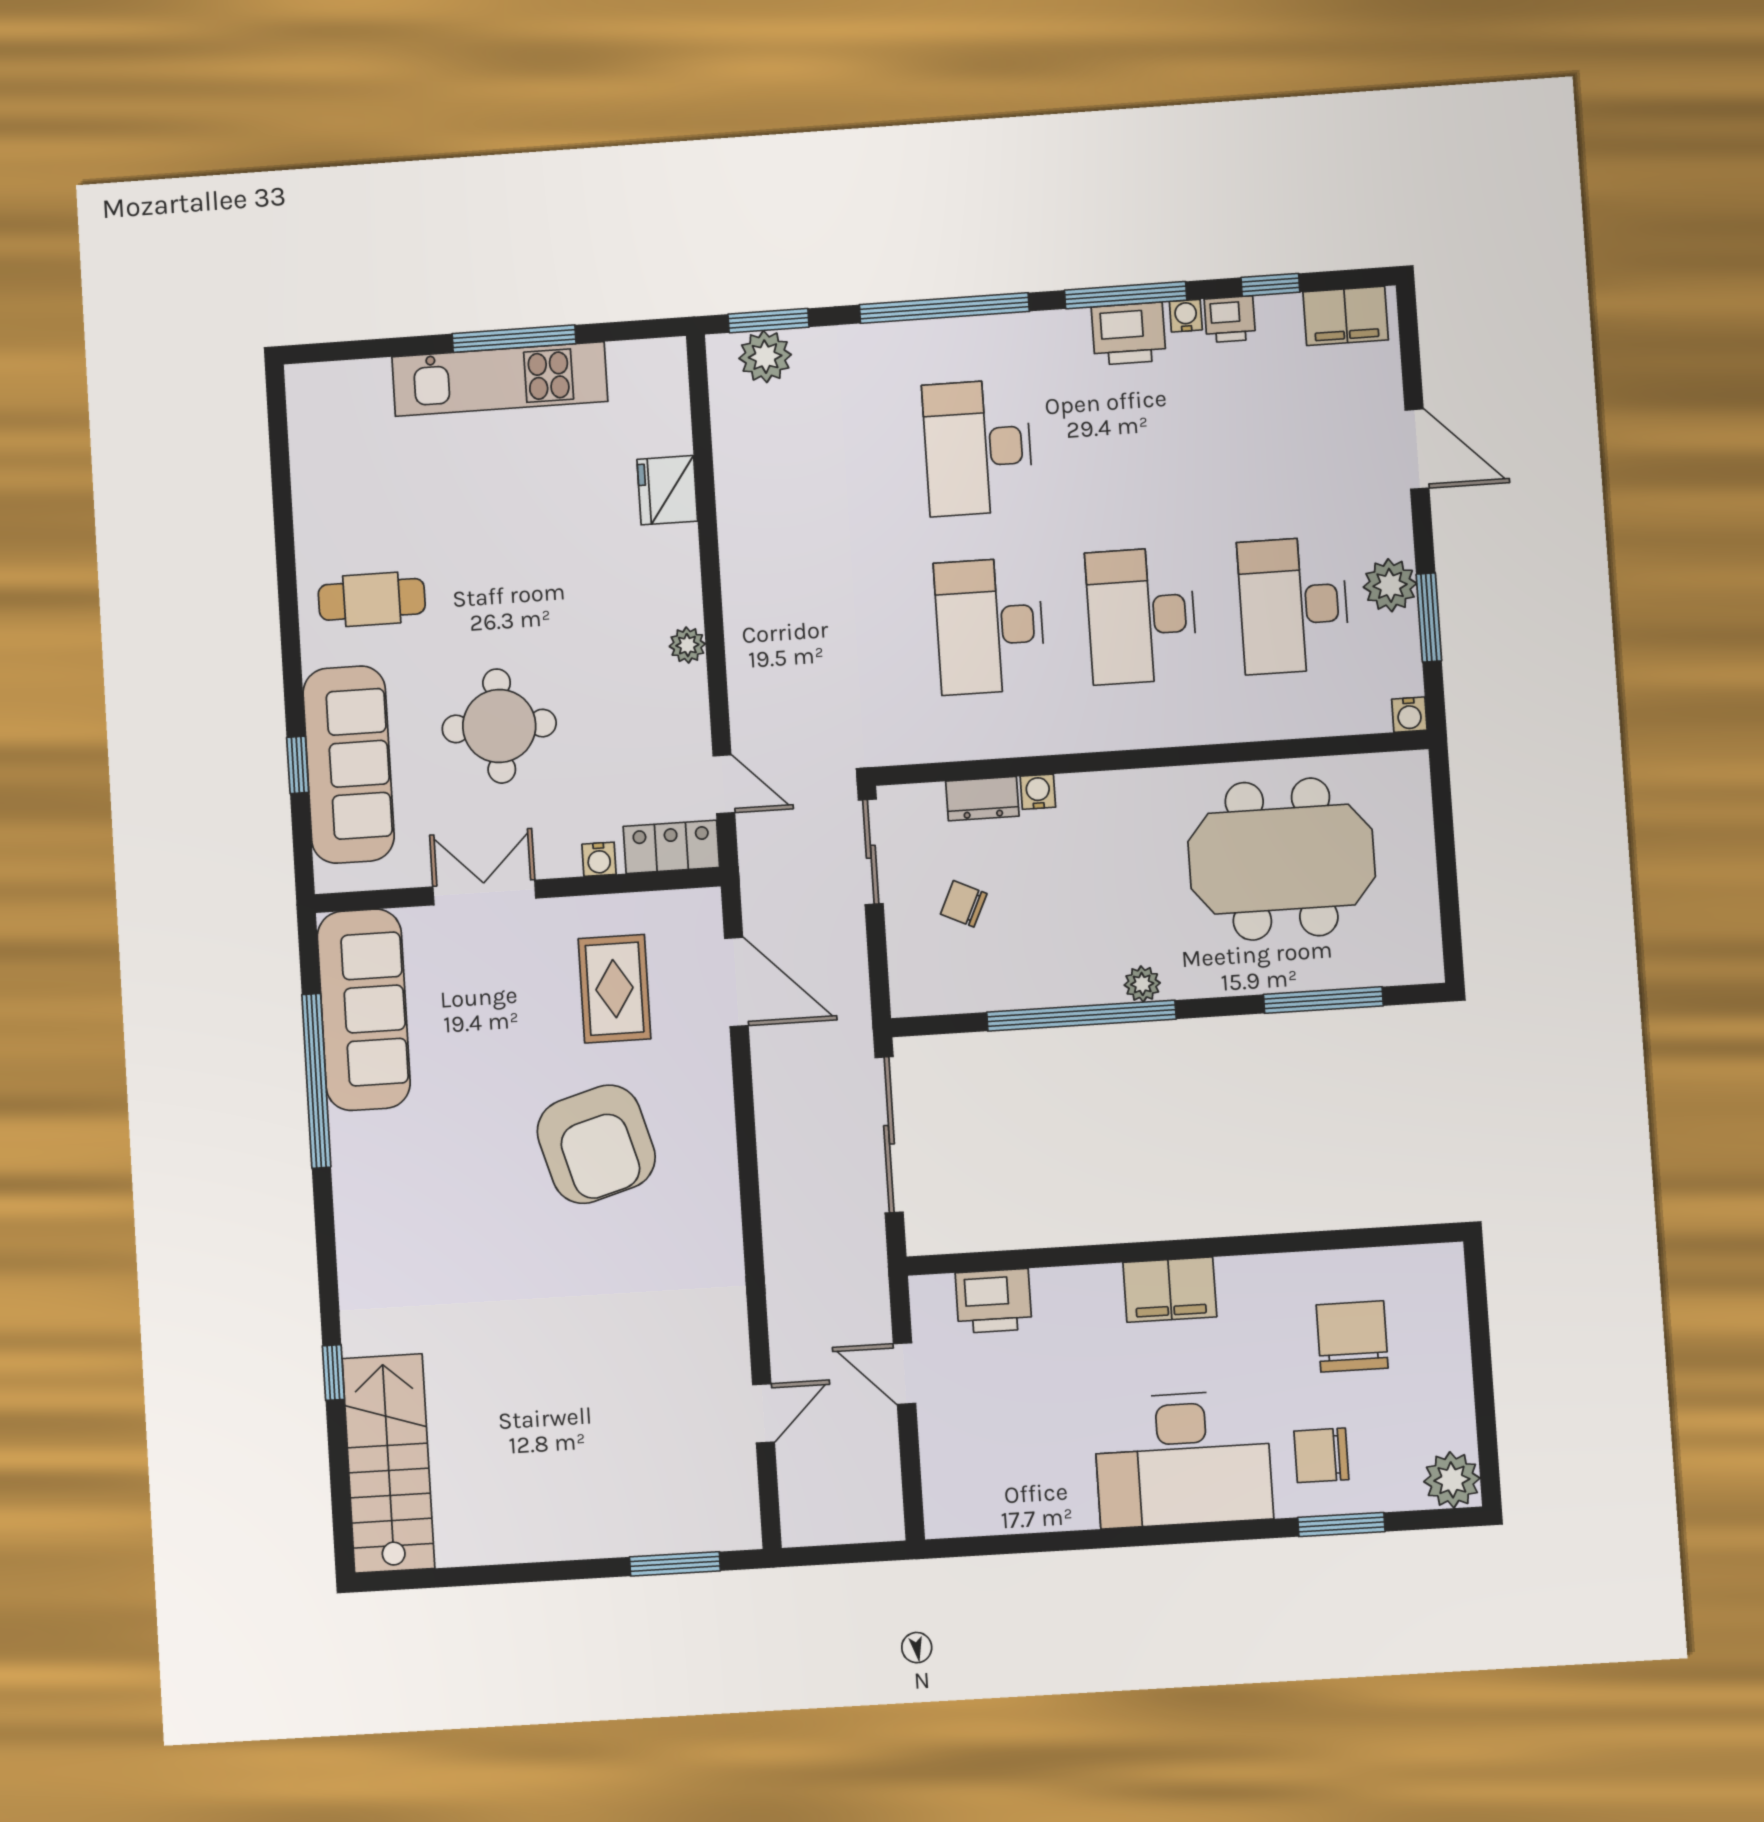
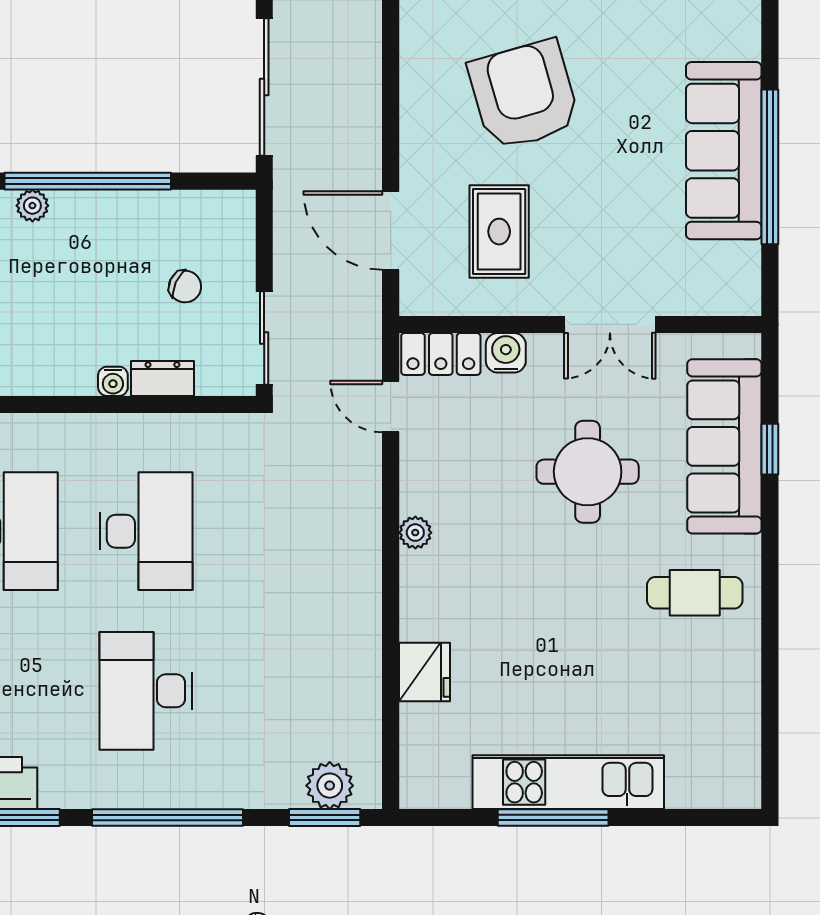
desk: (978, 448) -> (146, 691), turned 180
water cooler: (599, 859) -> (506, 353), width x1.38, depth x1.38
sofa: (364, 1010) -> (724, 151), moved

